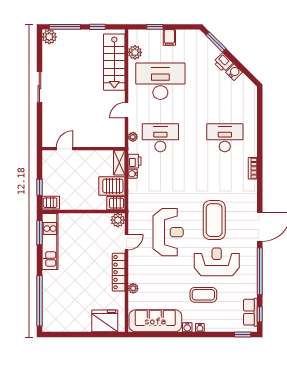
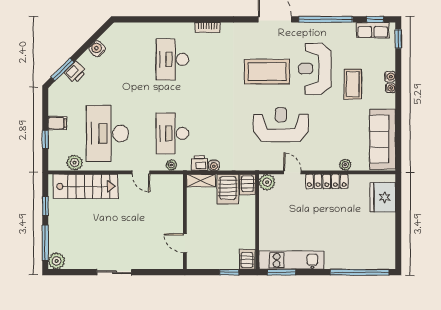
printer: (223, 62) -> (75, 72), moved
water cooler: (187, 327) -> (390, 77), moved

